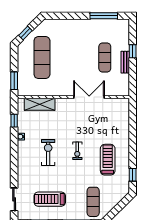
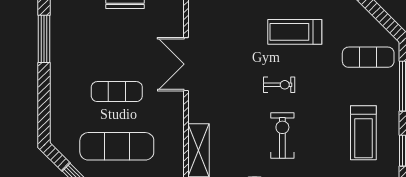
exercise mat: (105, 58) -> (117, 92), moved
exercise bike: (48, 153) -> (282, 136), turned 90

